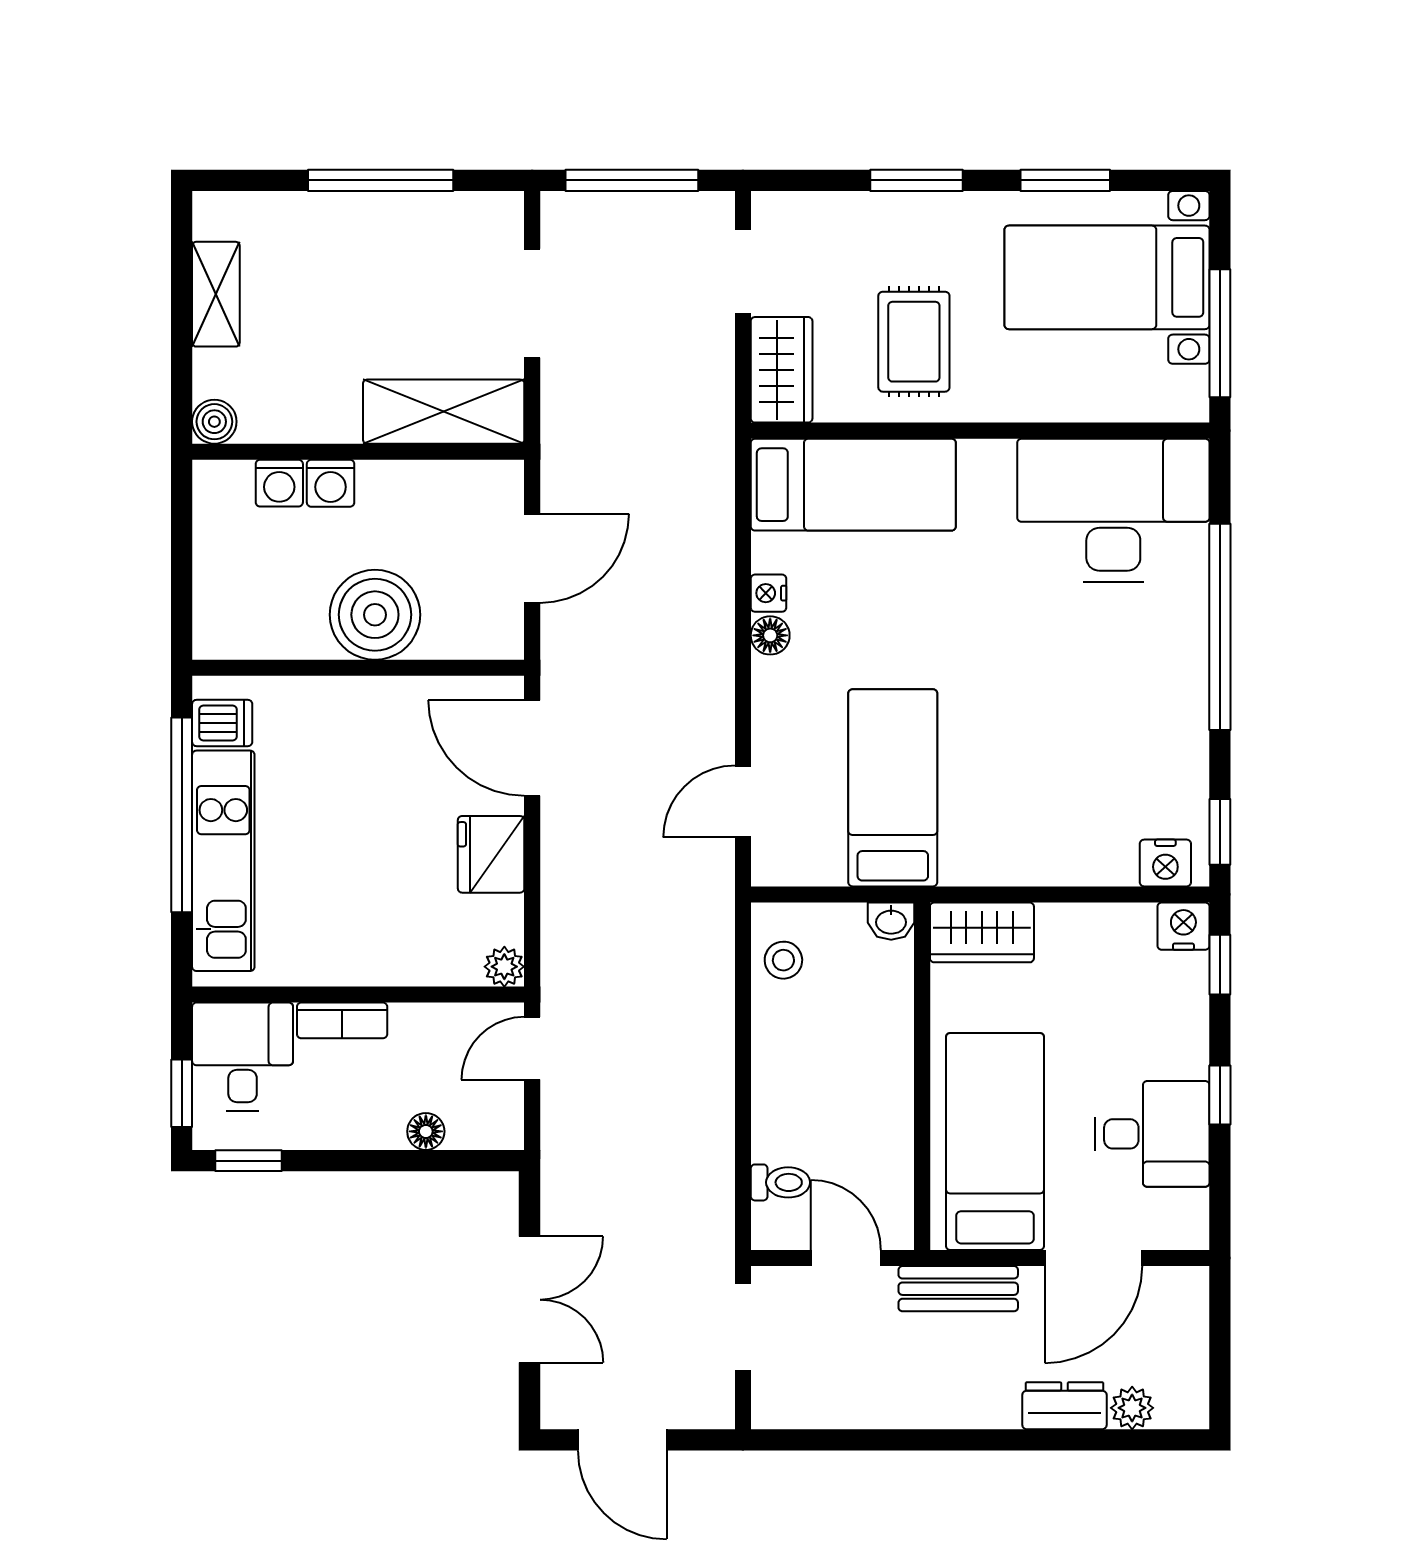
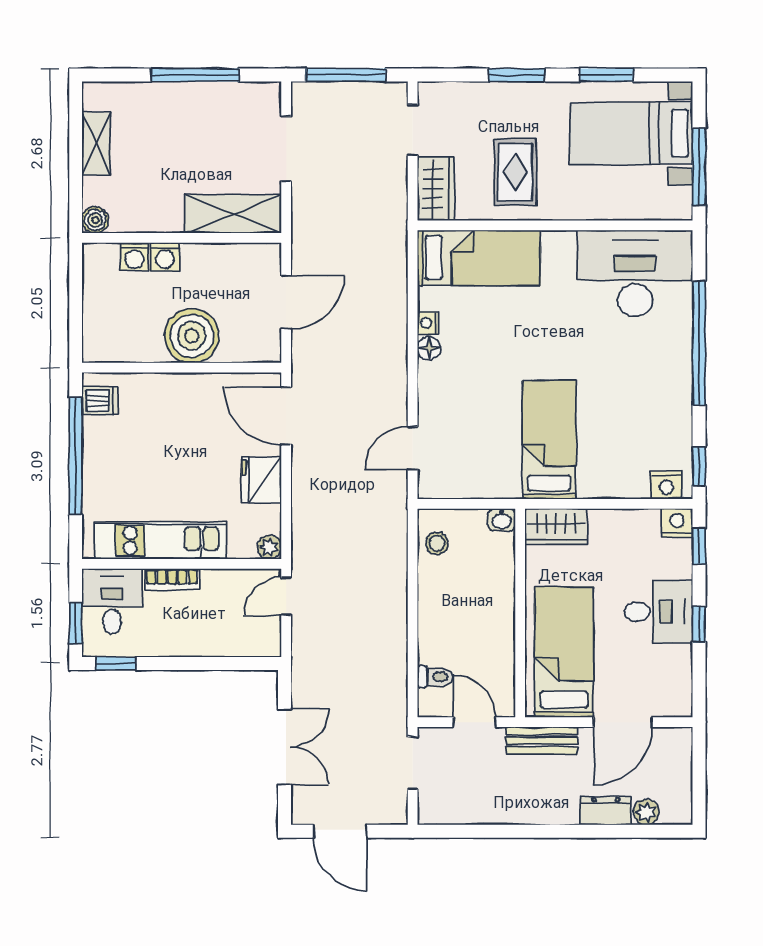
bed: (893, 788) -> (549, 440), moved
kitchen unit: (223, 861) -> (161, 540), moved, turned -90
floor lamp: (426, 1131) -> (222, 646), removed
desk: (1152, 1134) -> (658, 612), moved

